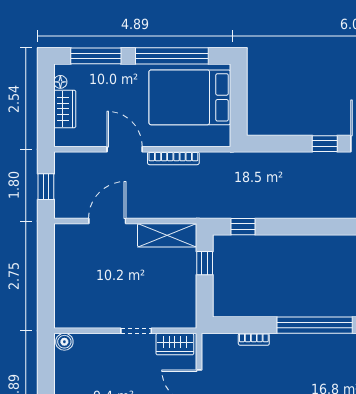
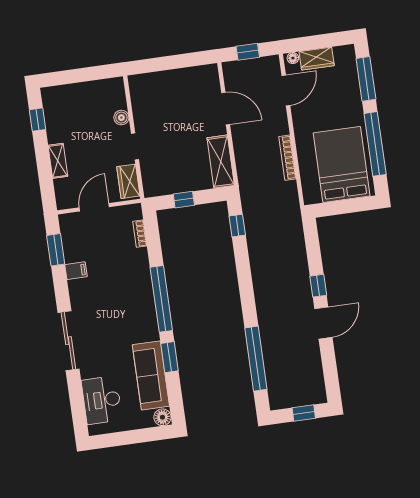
floor lamp: (60, 82) -> (293, 58), moved
door: (125, 149) -> (286, 90), moved
window: (205, 263) -> (184, 200), moved
bookcase: (254, 339) -> (140, 234), moved
boiler: (64, 342) -> (121, 118), moved

